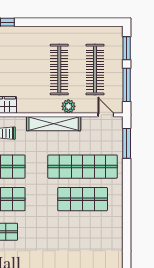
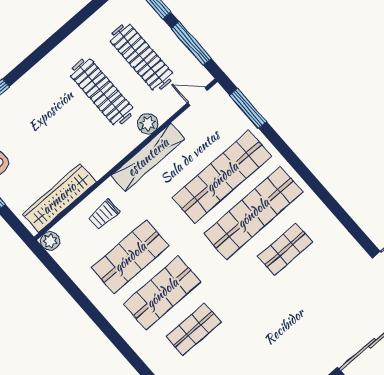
shop shelf: (83, 199) -> (253, 213), width x1.40
shop shelf: (83, 232) -> (285, 249), added

